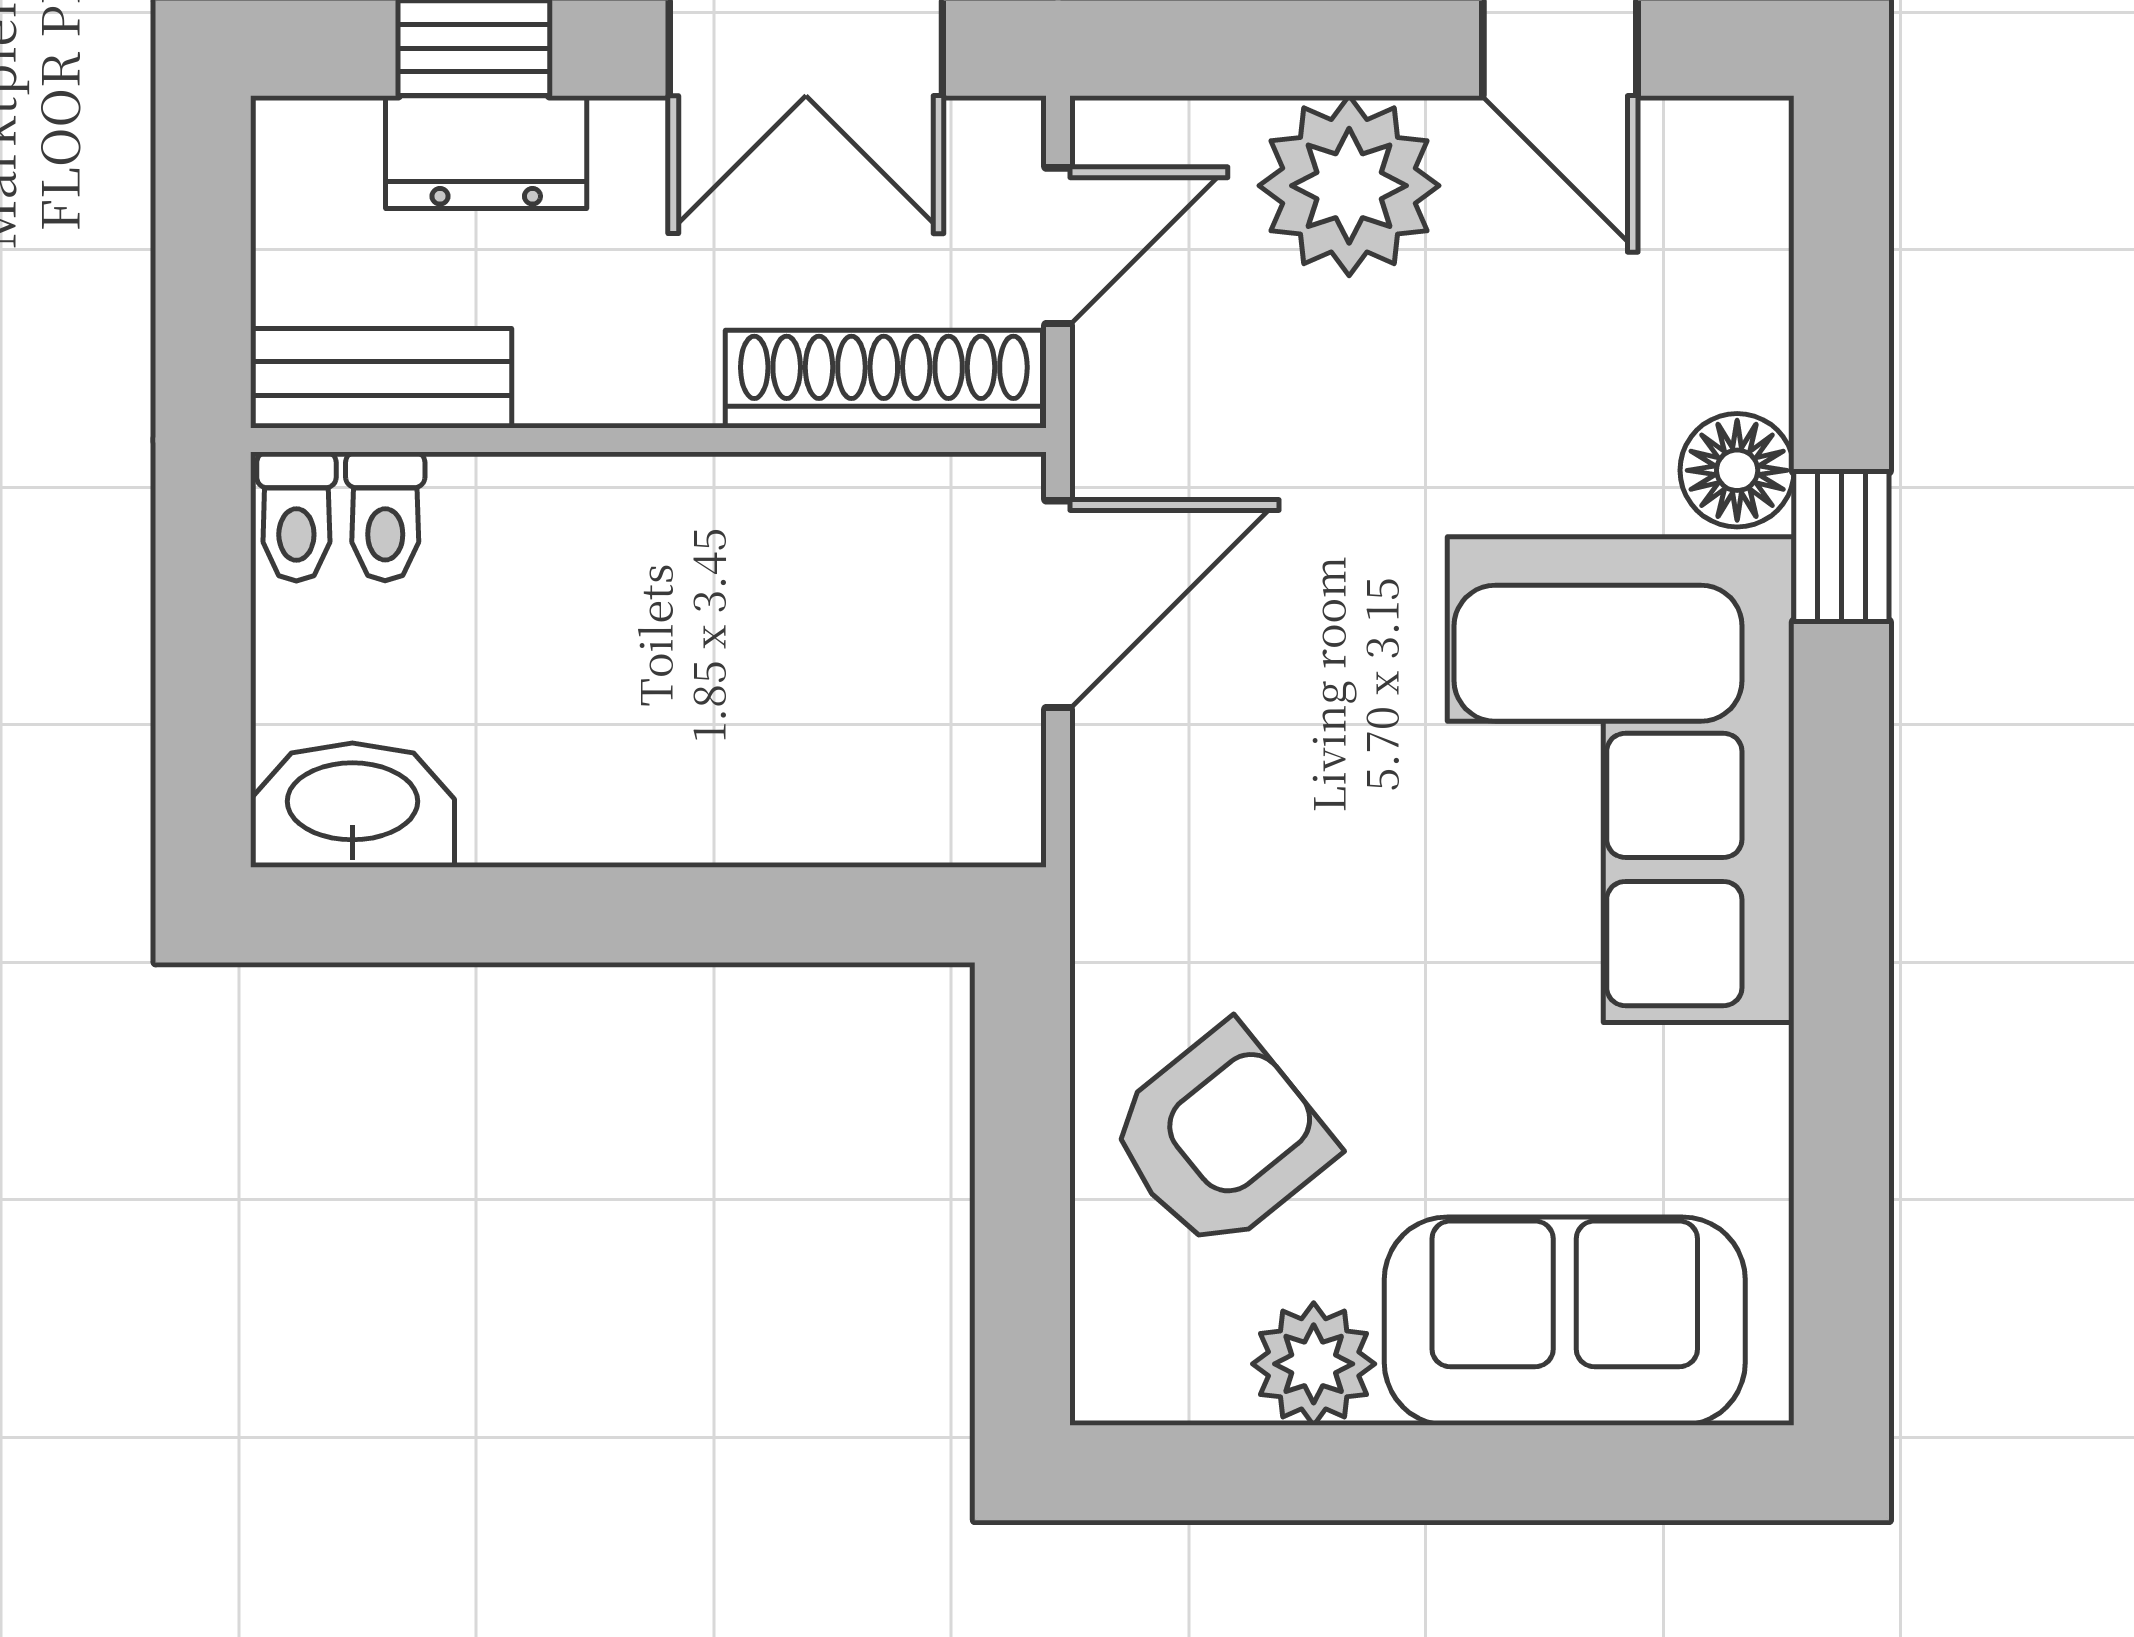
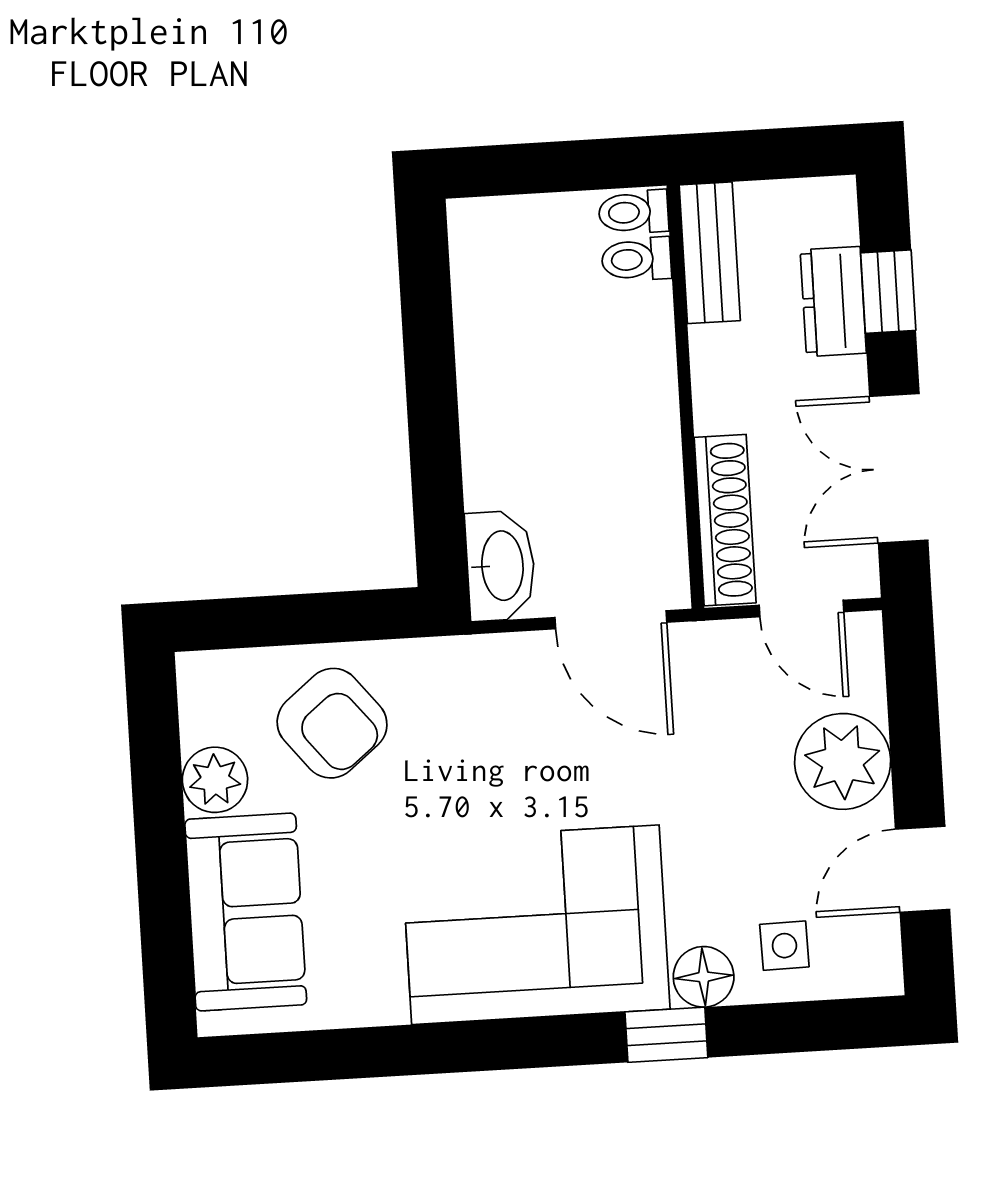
side table: (1688, 315) -> (784, 946), added
washbasin: (352, 805) -> (500, 566), moved

